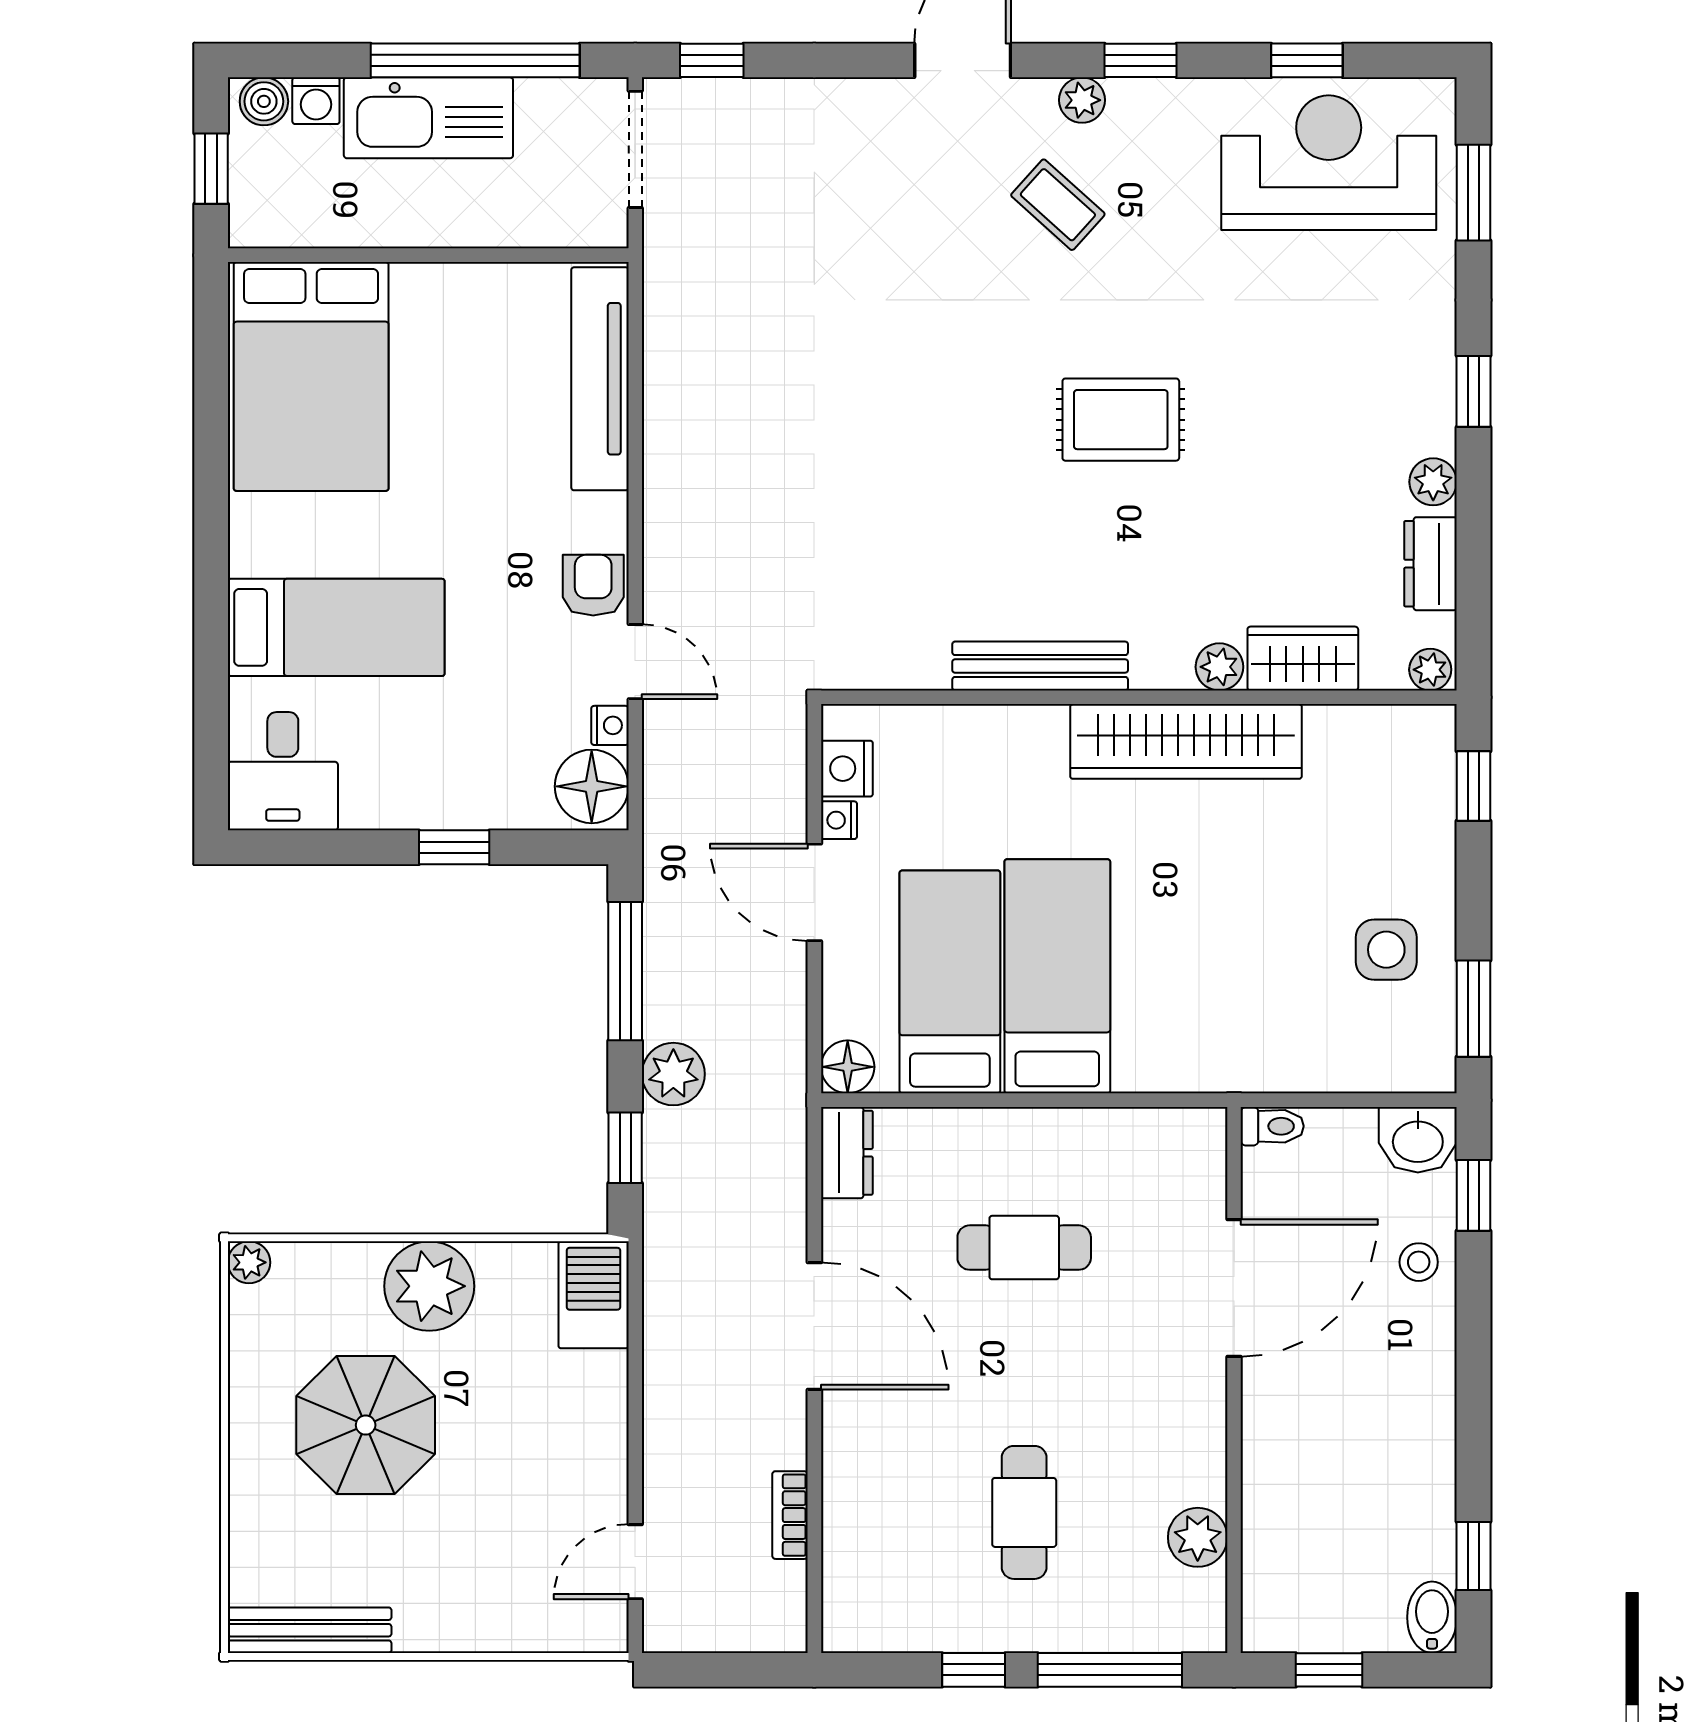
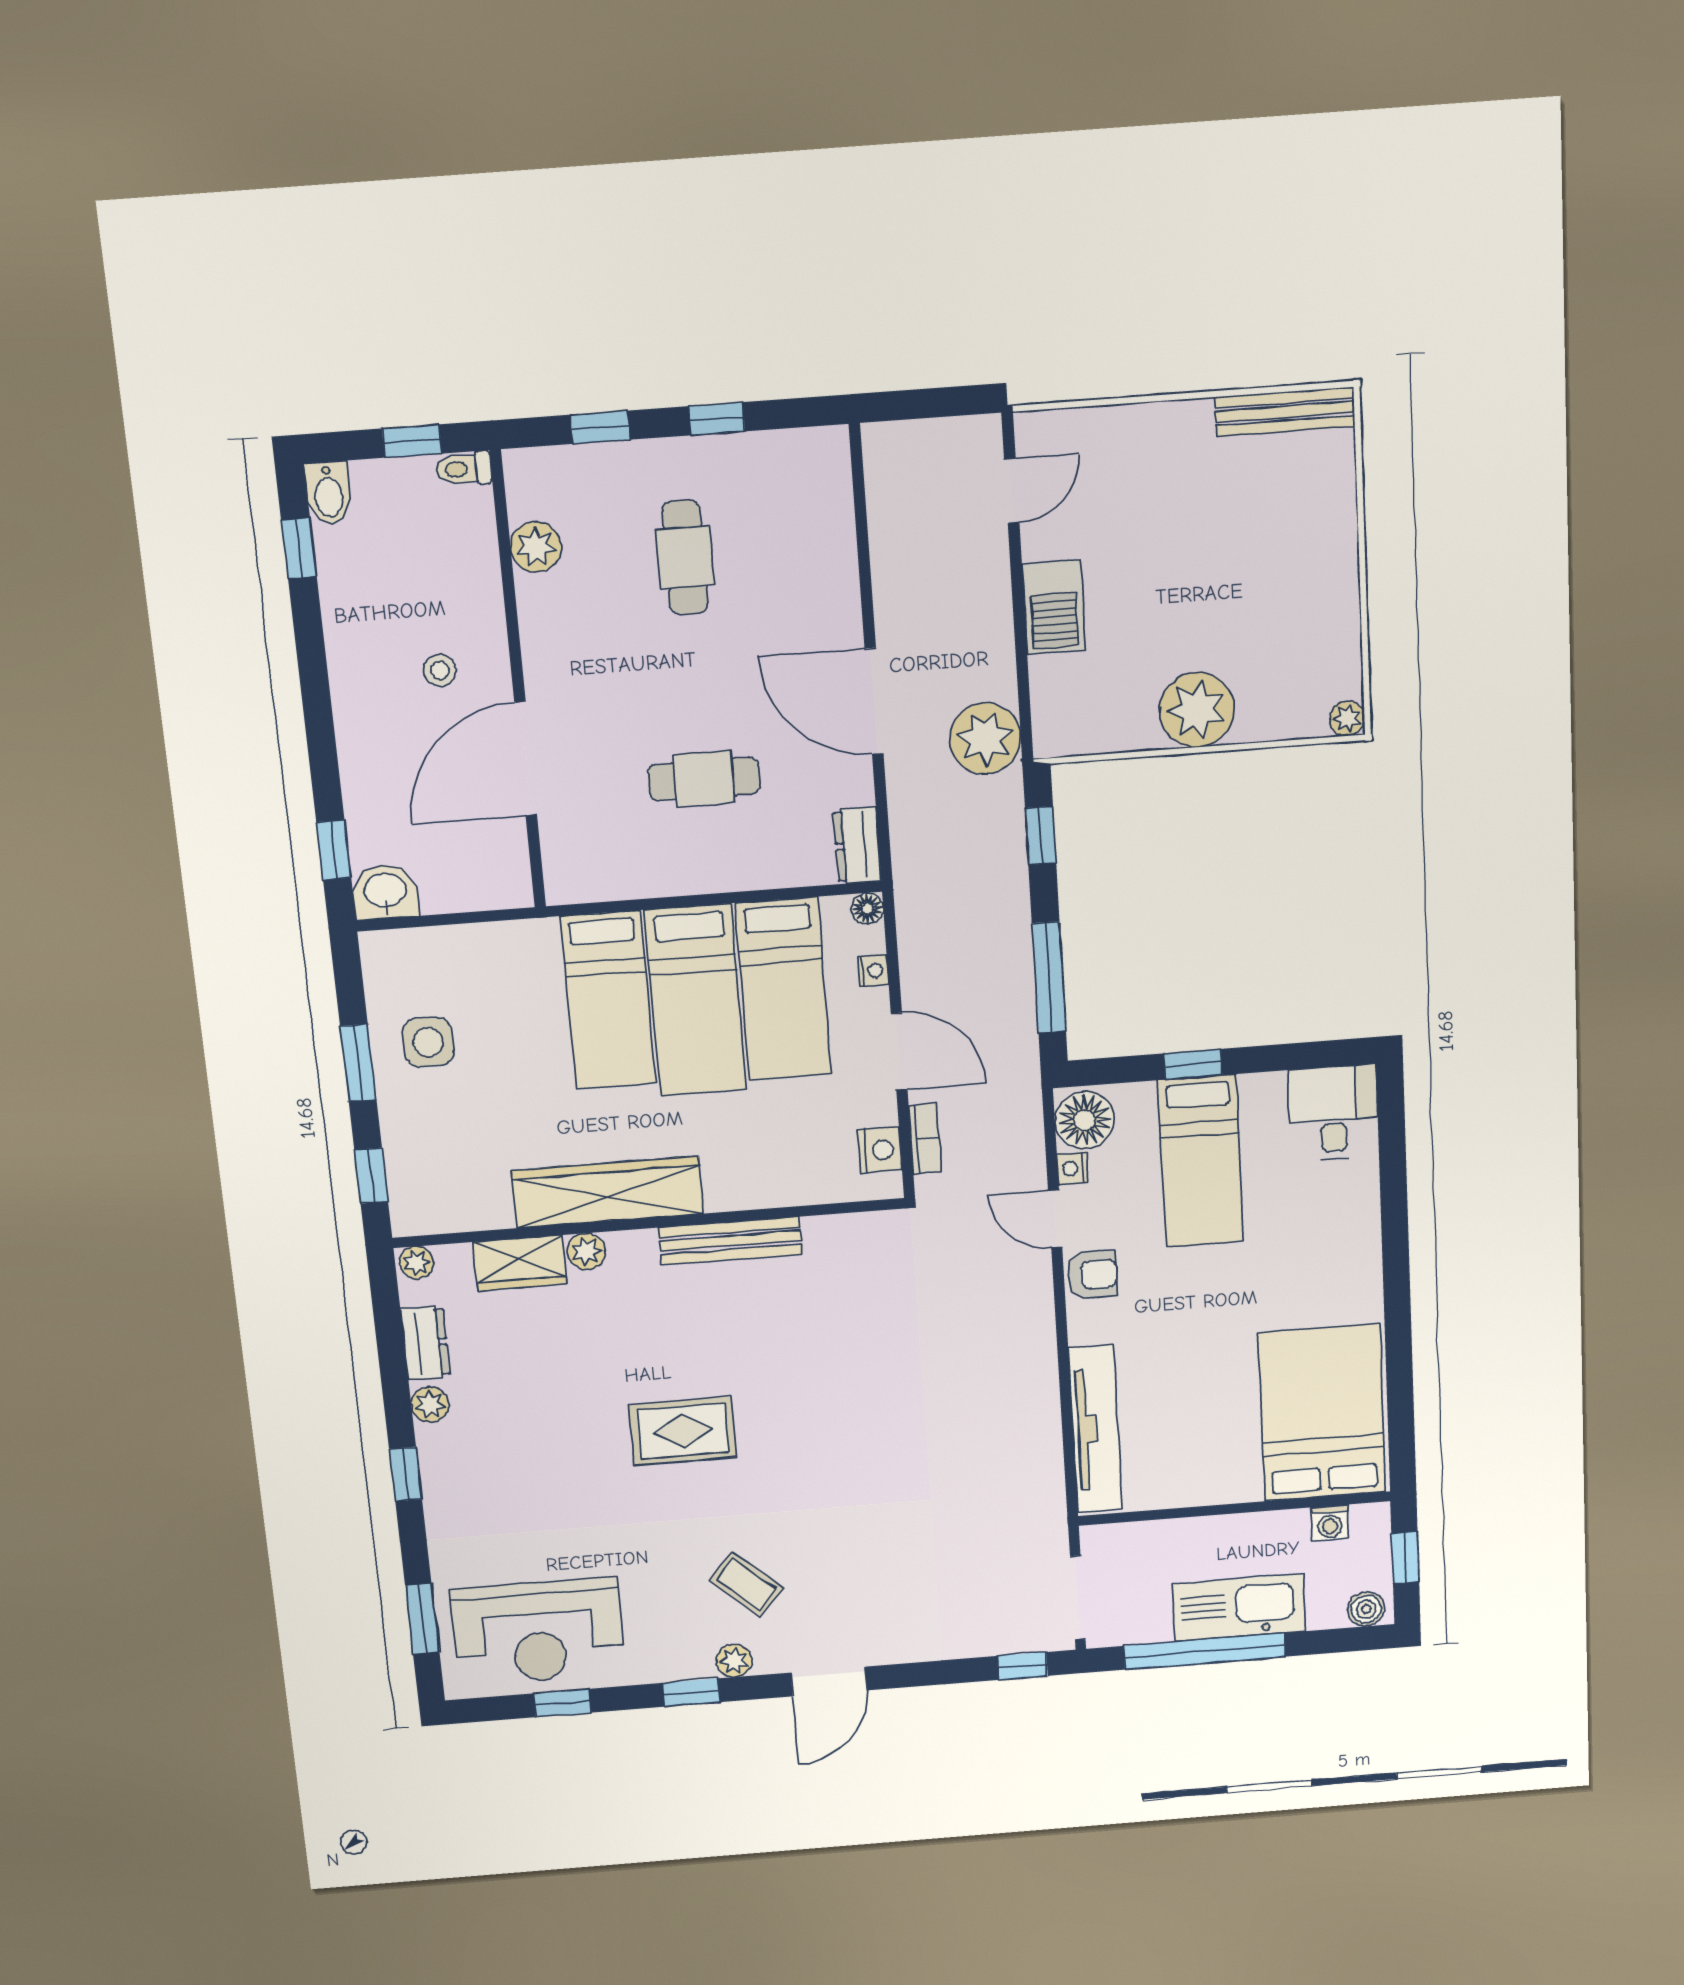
washing machine: (316, 101) -> (1330, 1523), moved, turned 180
armchair: (593, 585) -> (1092, 1274), turned -90
bed: (336, 627) -> (1201, 1161), moved, turned -90
nightstand: (839, 820) -> (873, 971), moved
bed: (1163, 985) -> (608, 1000), added
window: (1474, 1009) -> (358, 1063), moved
floor lamp: (848, 1067) -> (867, 909), width x0.73, depth x0.73
plant: (673, 1074) -> (985, 739), moved, width x1.36, depth x1.36
toilet: (1272, 1126) -> (464, 469), moved
stool: (1419, 1262) -> (440, 670), moved
barbecue: (594, 1295) -> (1054, 607), moved
parasol: (366, 1425) -> (1245, 590), removed
bookcase: (790, 1515) -> (925, 1139), moved
window: (1110, 1670) -> (600, 427), width x0.46

